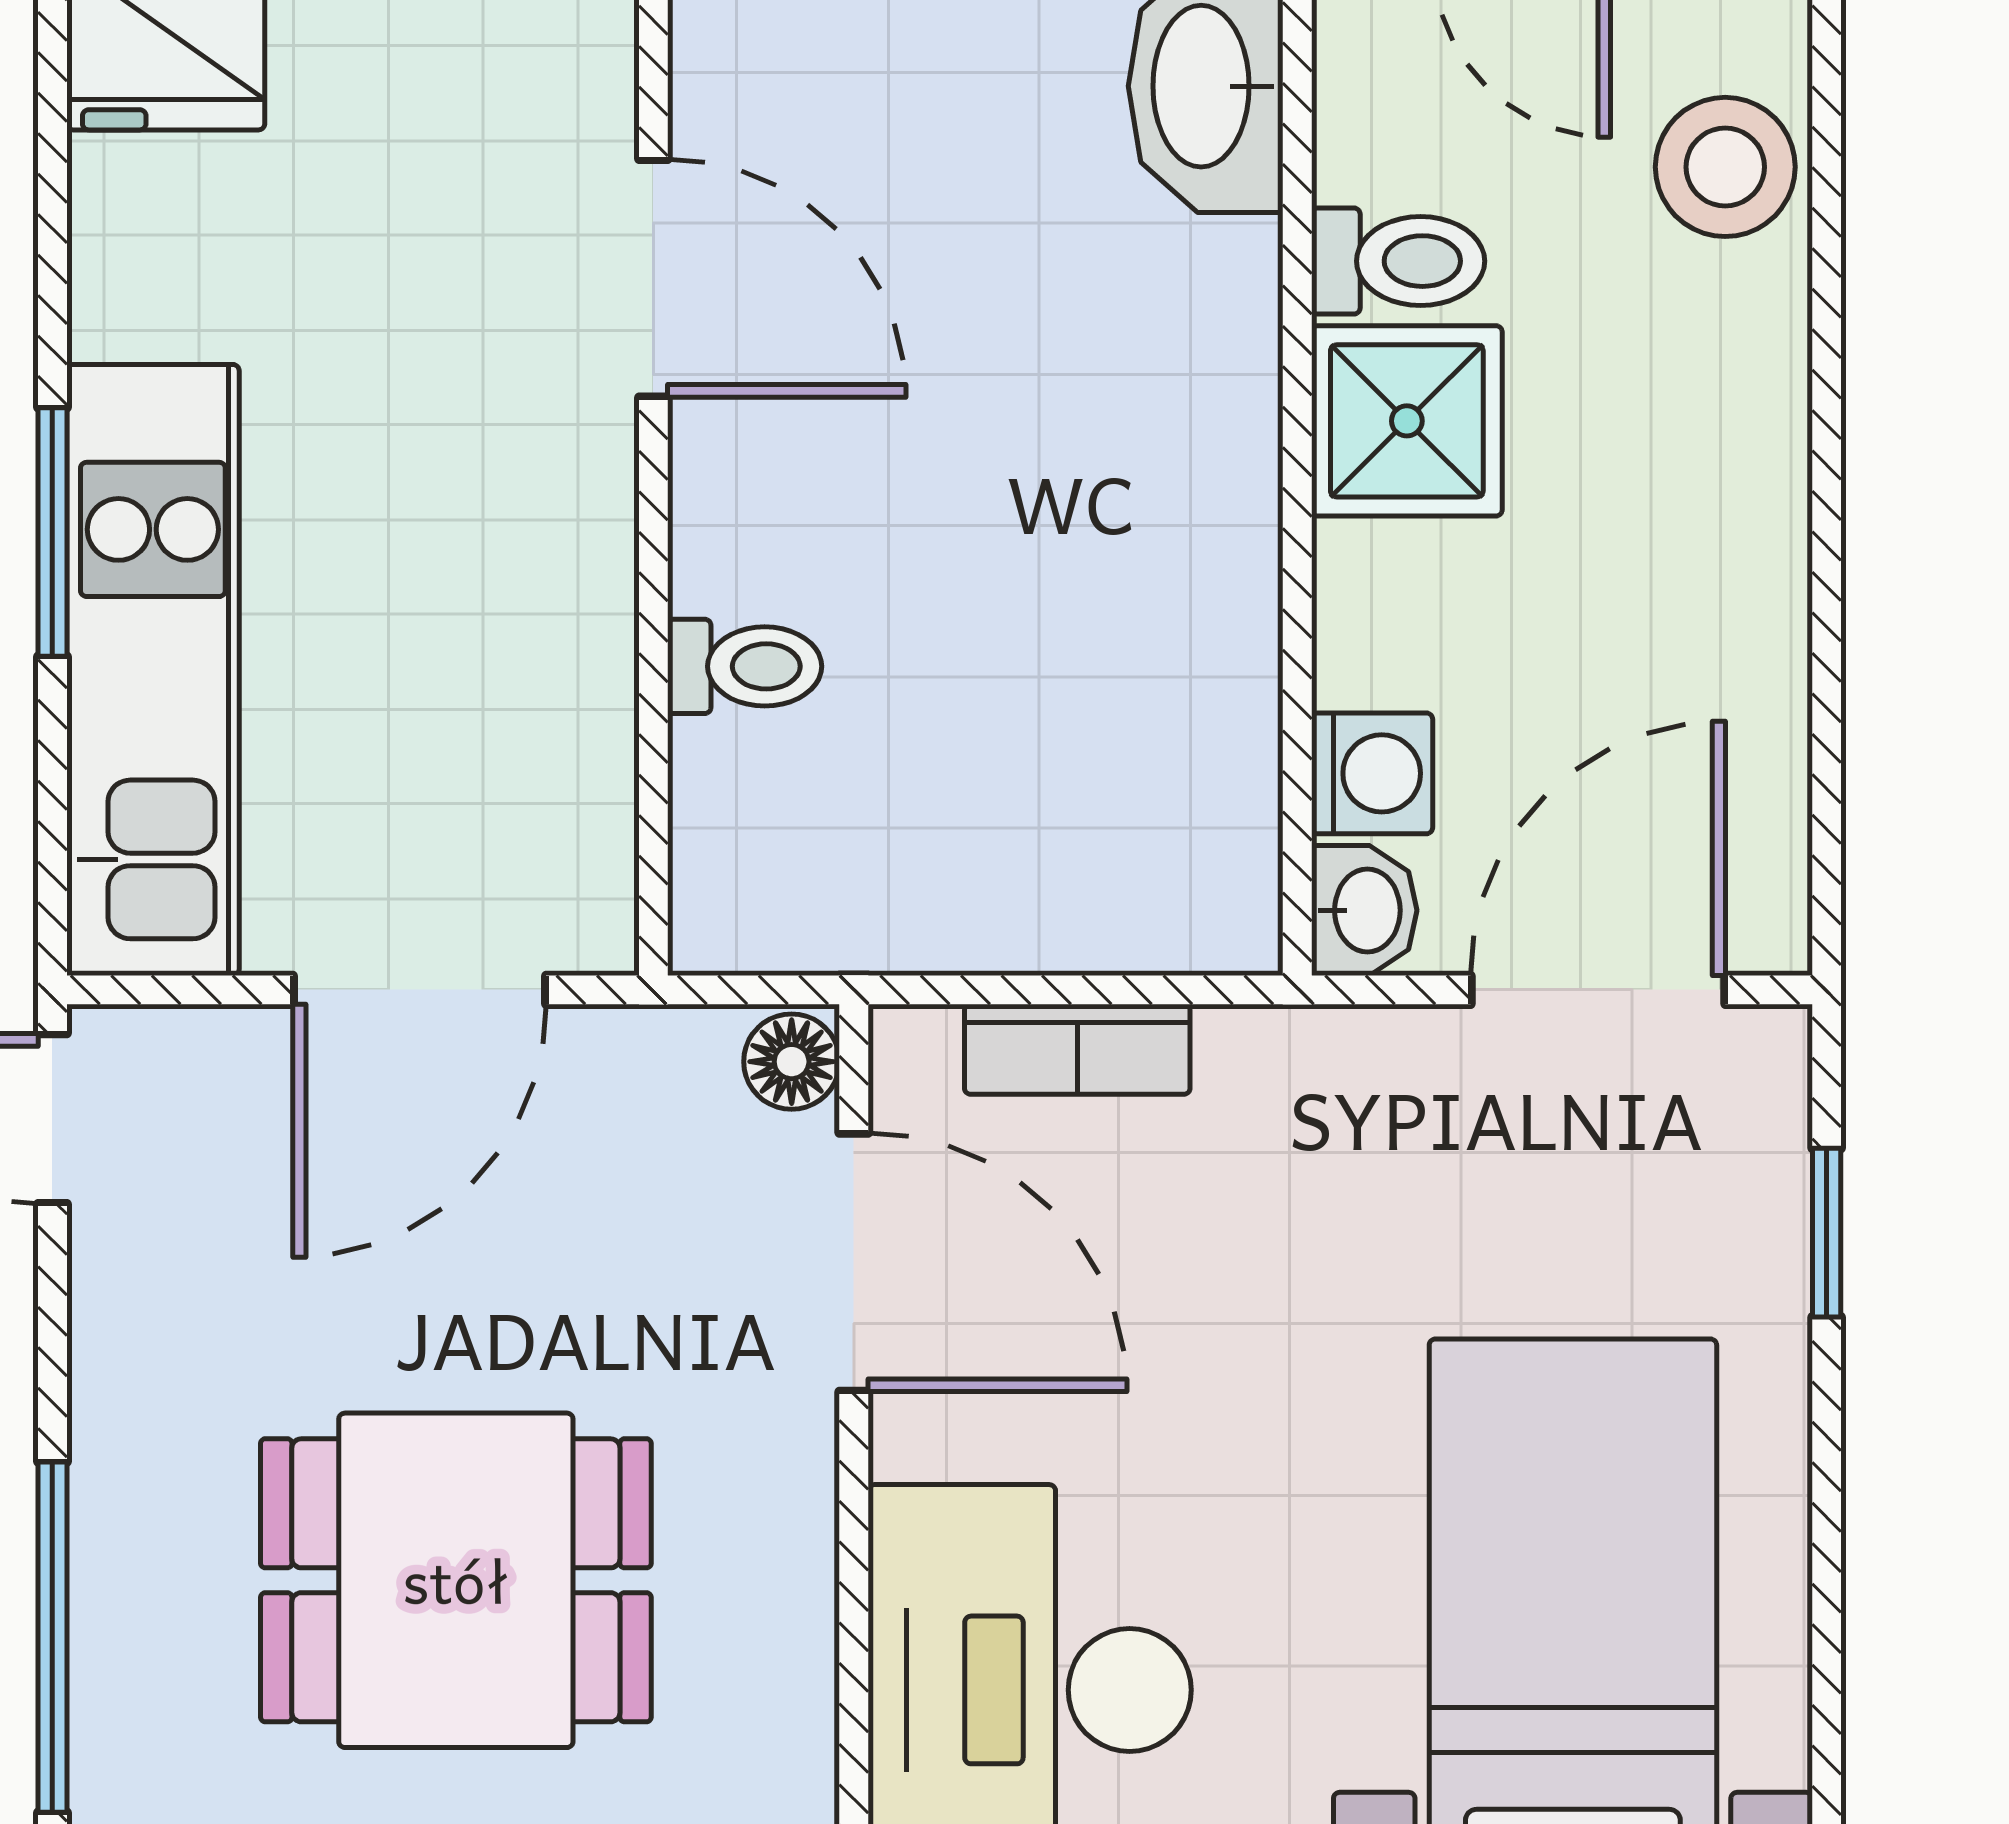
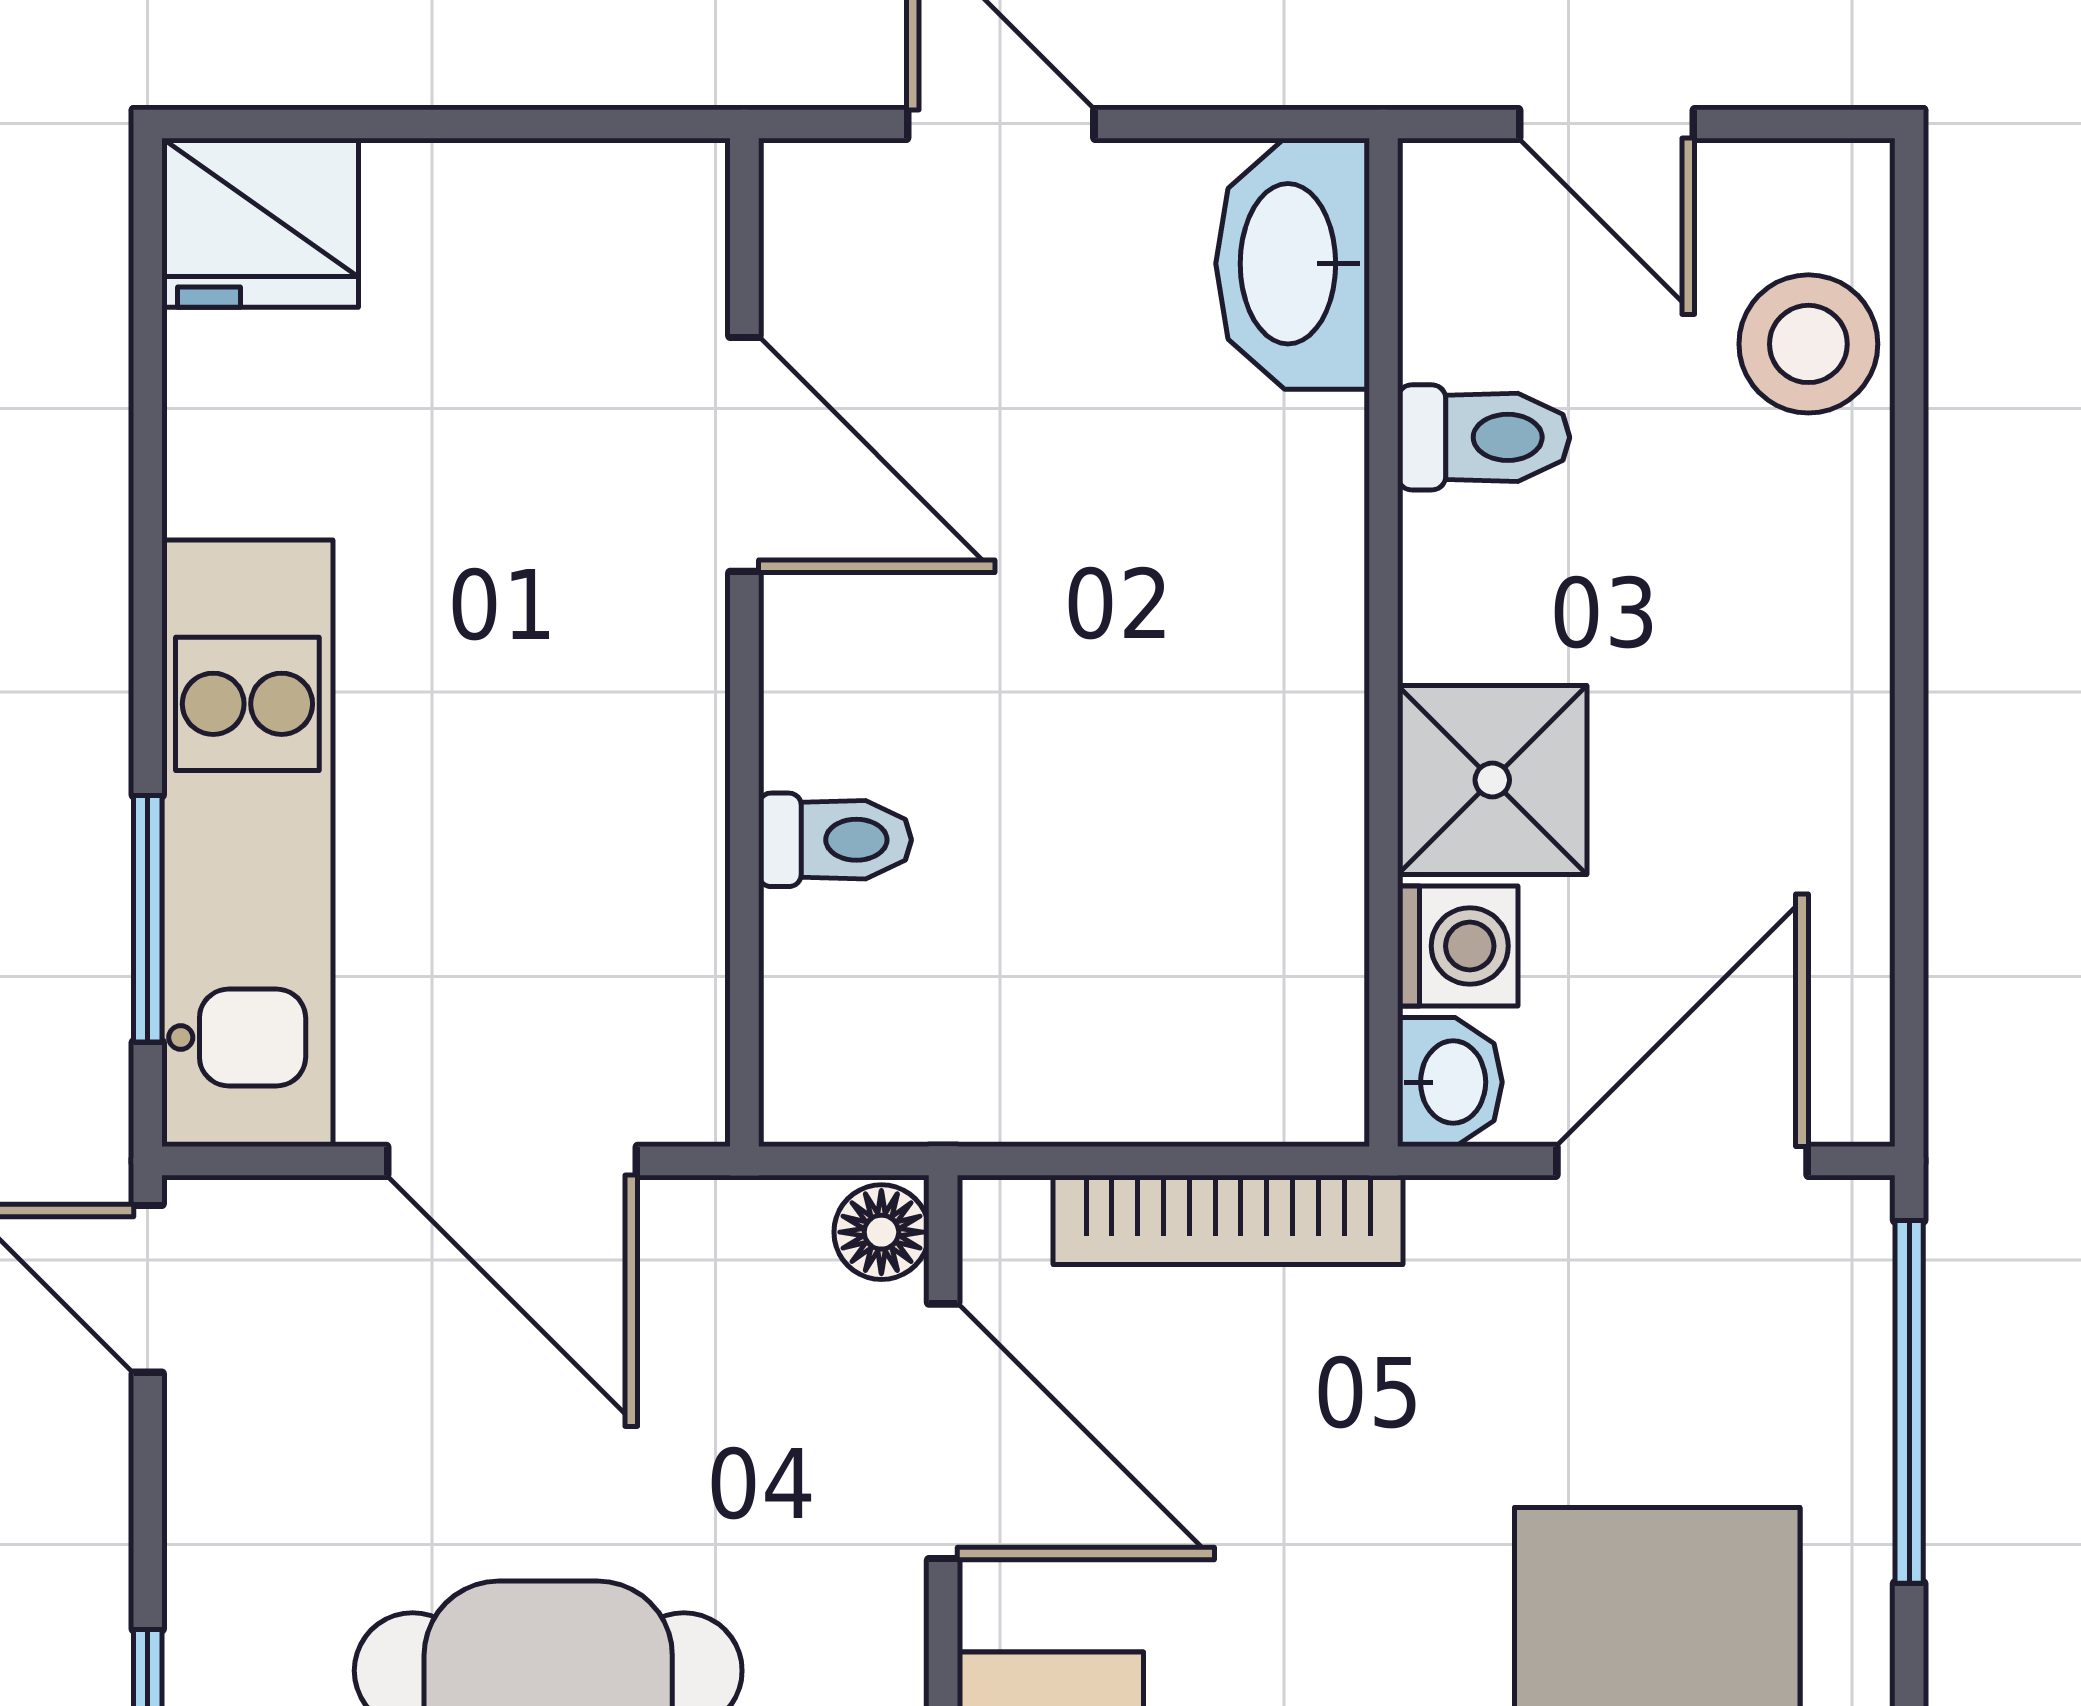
shower: (1407, 421) -> (1492, 780), moved
window: (52, 532) -> (148, 919), moved
door: (420, 990) -> (512, 1161), hinge flipped
bookcase: (1077, 1049) -> (1228, 1220), width x1.56
window: (1827, 1233) -> (1909, 1402), width x2.17

